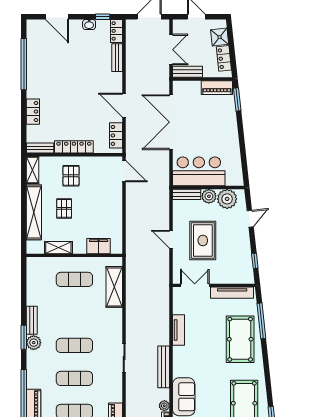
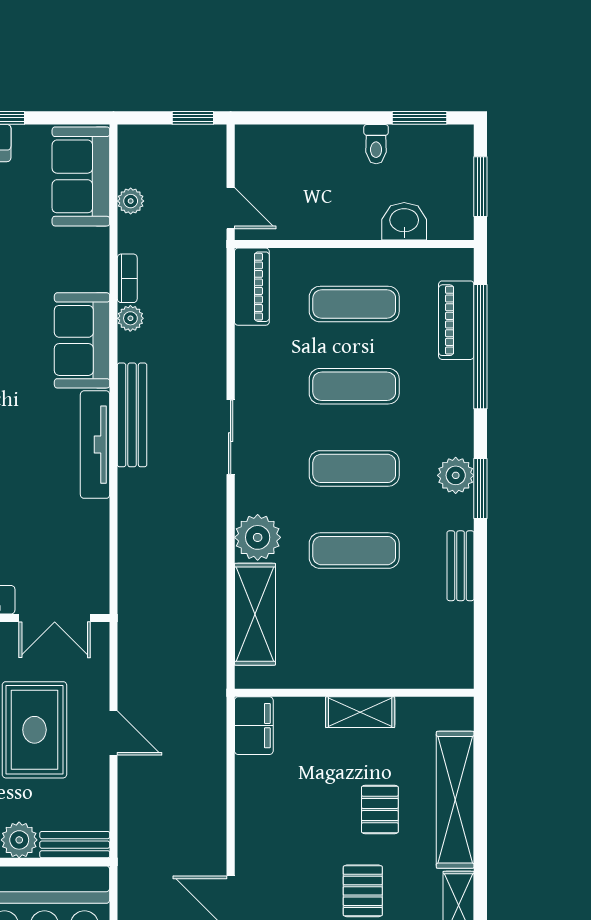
filing cabinet: (99, 246) -> (254, 726), moved, turned -90
shelving: (58, 248) -> (360, 712), moved
exercise mat: (74, 279) -> (354, 551), moved
plant: (113, 318) -> (258, 537), added
bench: (32, 320) -> (461, 566), moved
tv unit: (178, 330) -> (95, 445), moved, width x1.41

